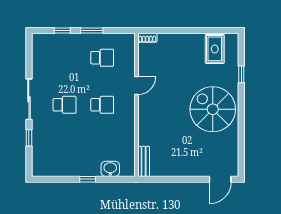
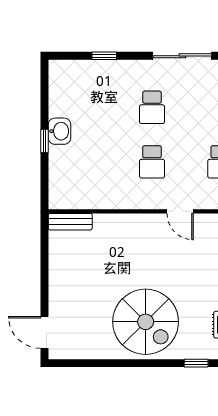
sliding door: (29, 99) -> (182, 56), moved
spiral stairs: (213, 109) -> (146, 322), turned 90
washbasin: (110, 169) -> (59, 131), moved

